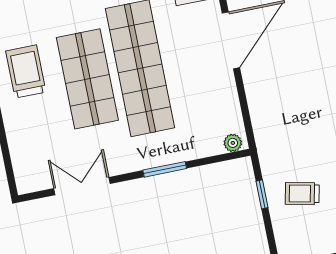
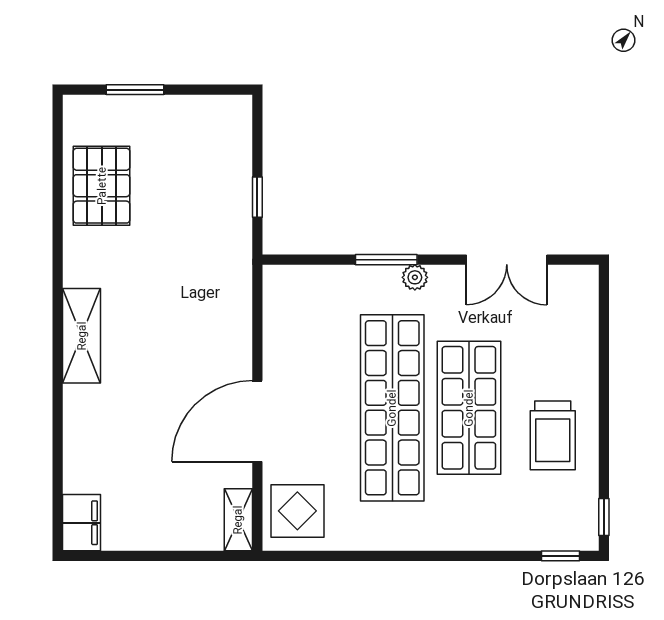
plant: (233, 143) -> (415, 277), moved
trolley: (302, 194) -> (201, 187), removed

